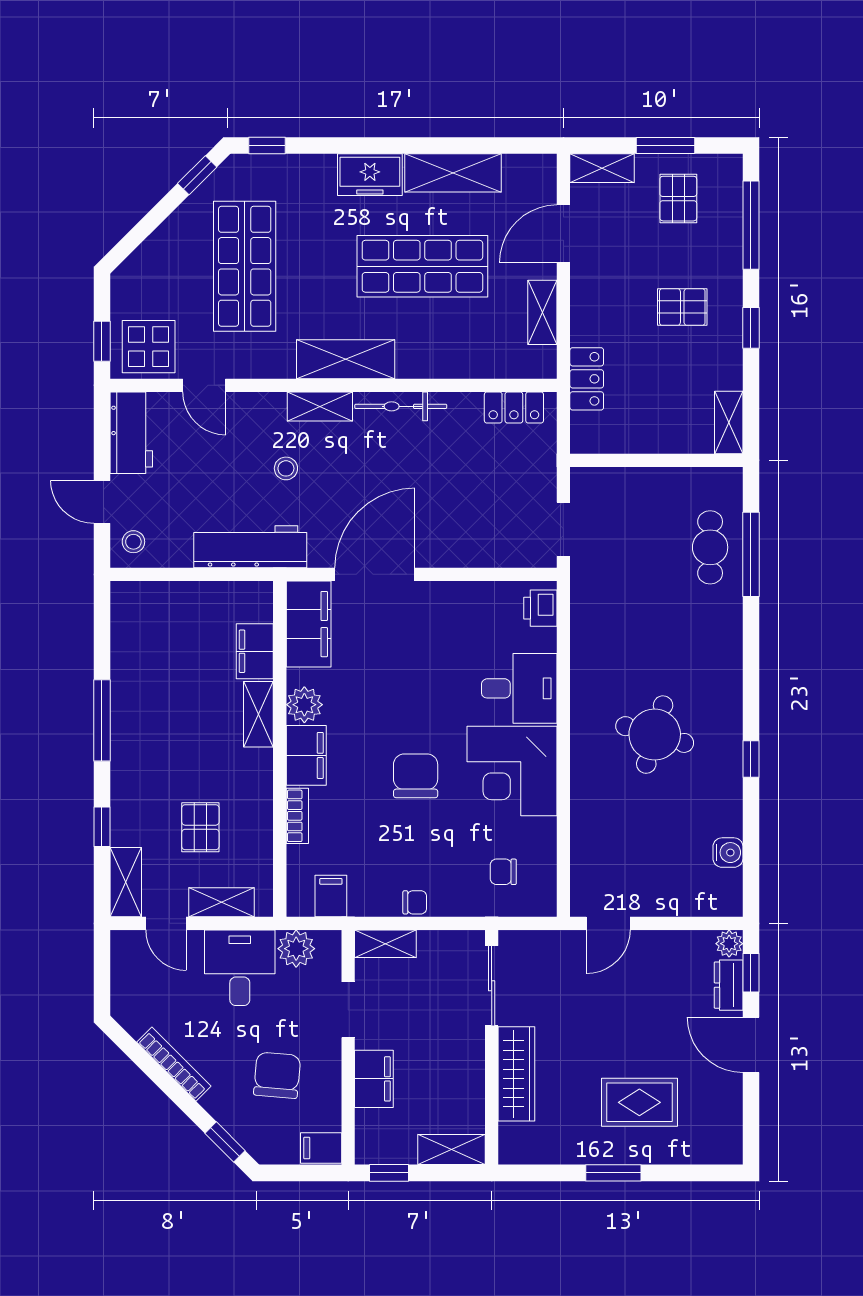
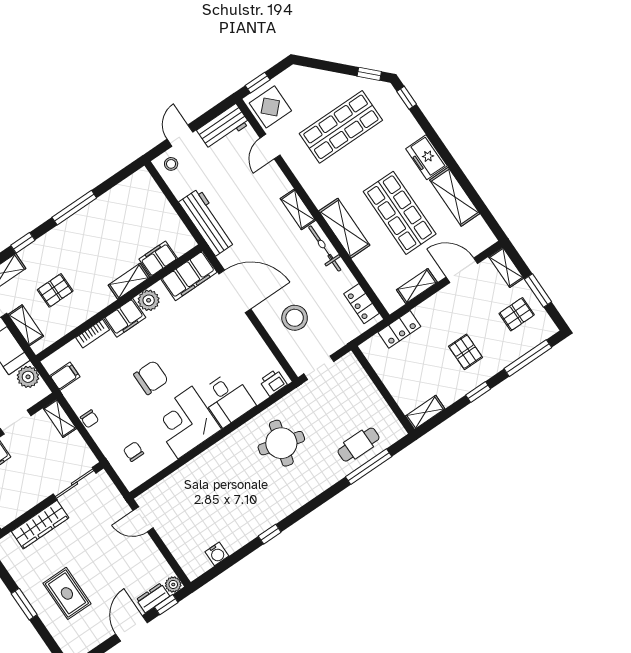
shelving: (346, 359) -> (344, 228), moved
stool: (286, 468) -> (295, 318), moved, width x1.89, depth x1.89
round table: (655, 735) -> (281, 443), moved

